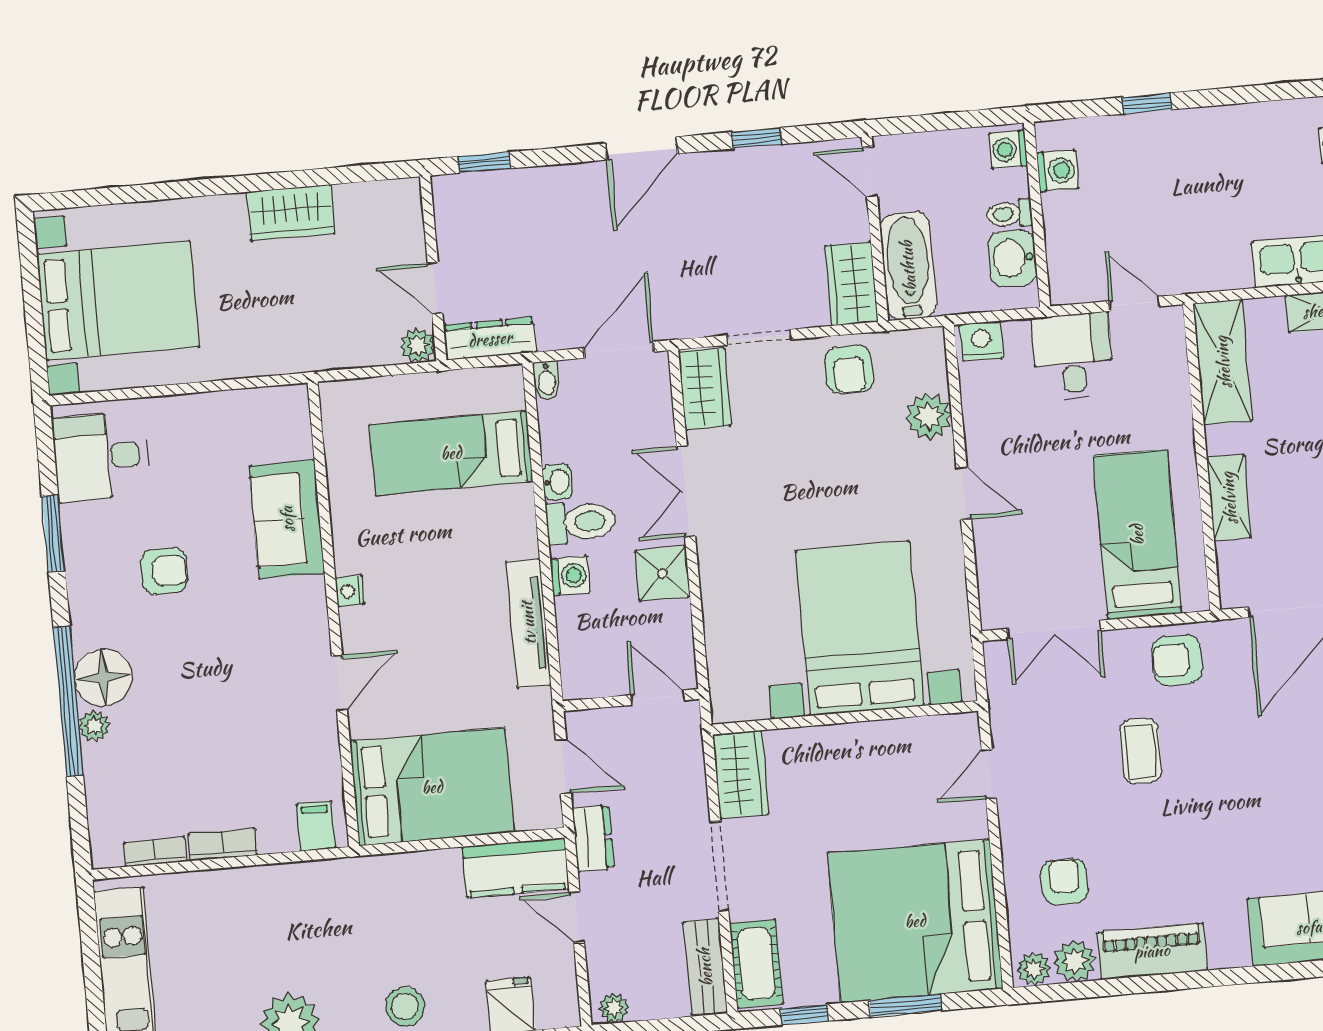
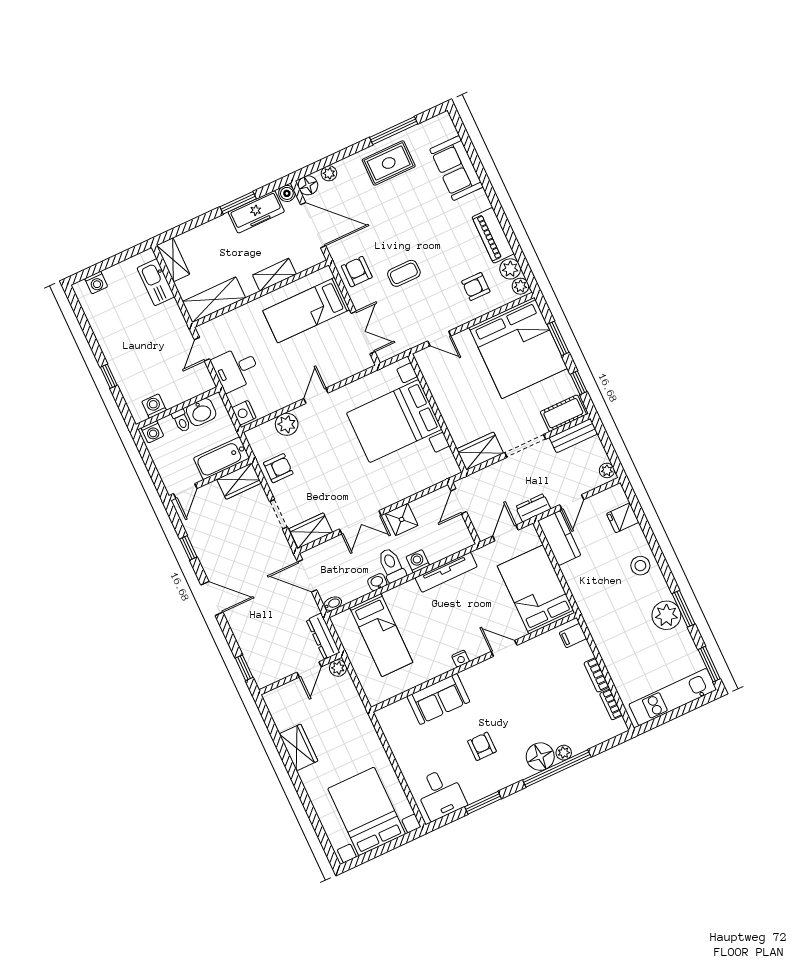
armchair: (1177, 660) -> (357, 272), turned 180

